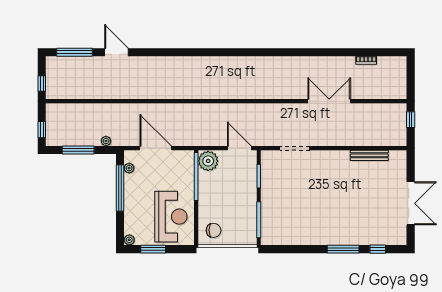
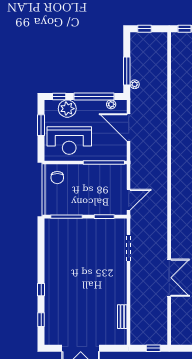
door: (156, 148) -> (129, 127), swing flipped
window: (78, 150) -> (127, 71), moved
bench: (369, 155) -> (122, 317), width x0.73
plant: (208, 161) -> (117, 173), removed
window: (120, 228) -> (59, 96), added
plant: (129, 240) -> (67, 109), moved, width x1.88, depth x1.88
window: (343, 249) -> (41, 290), width x0.46

